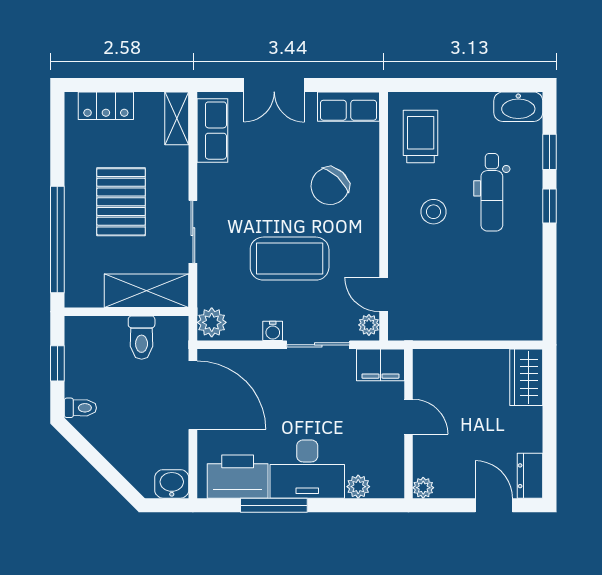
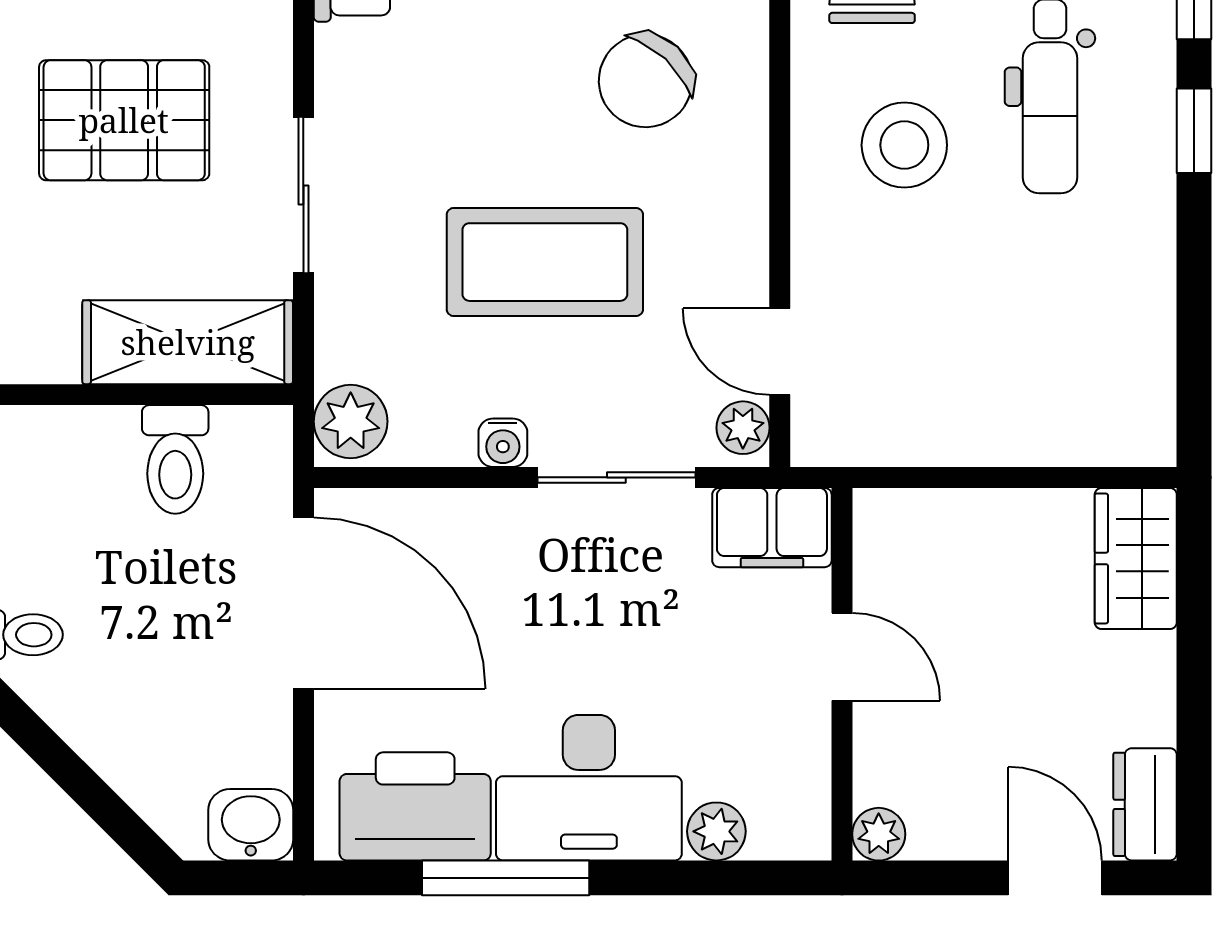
pallet: (121, 202) -> (124, 120), turned 90
stool: (434, 212) -> (904, 145), width x1.38, depth x1.38

